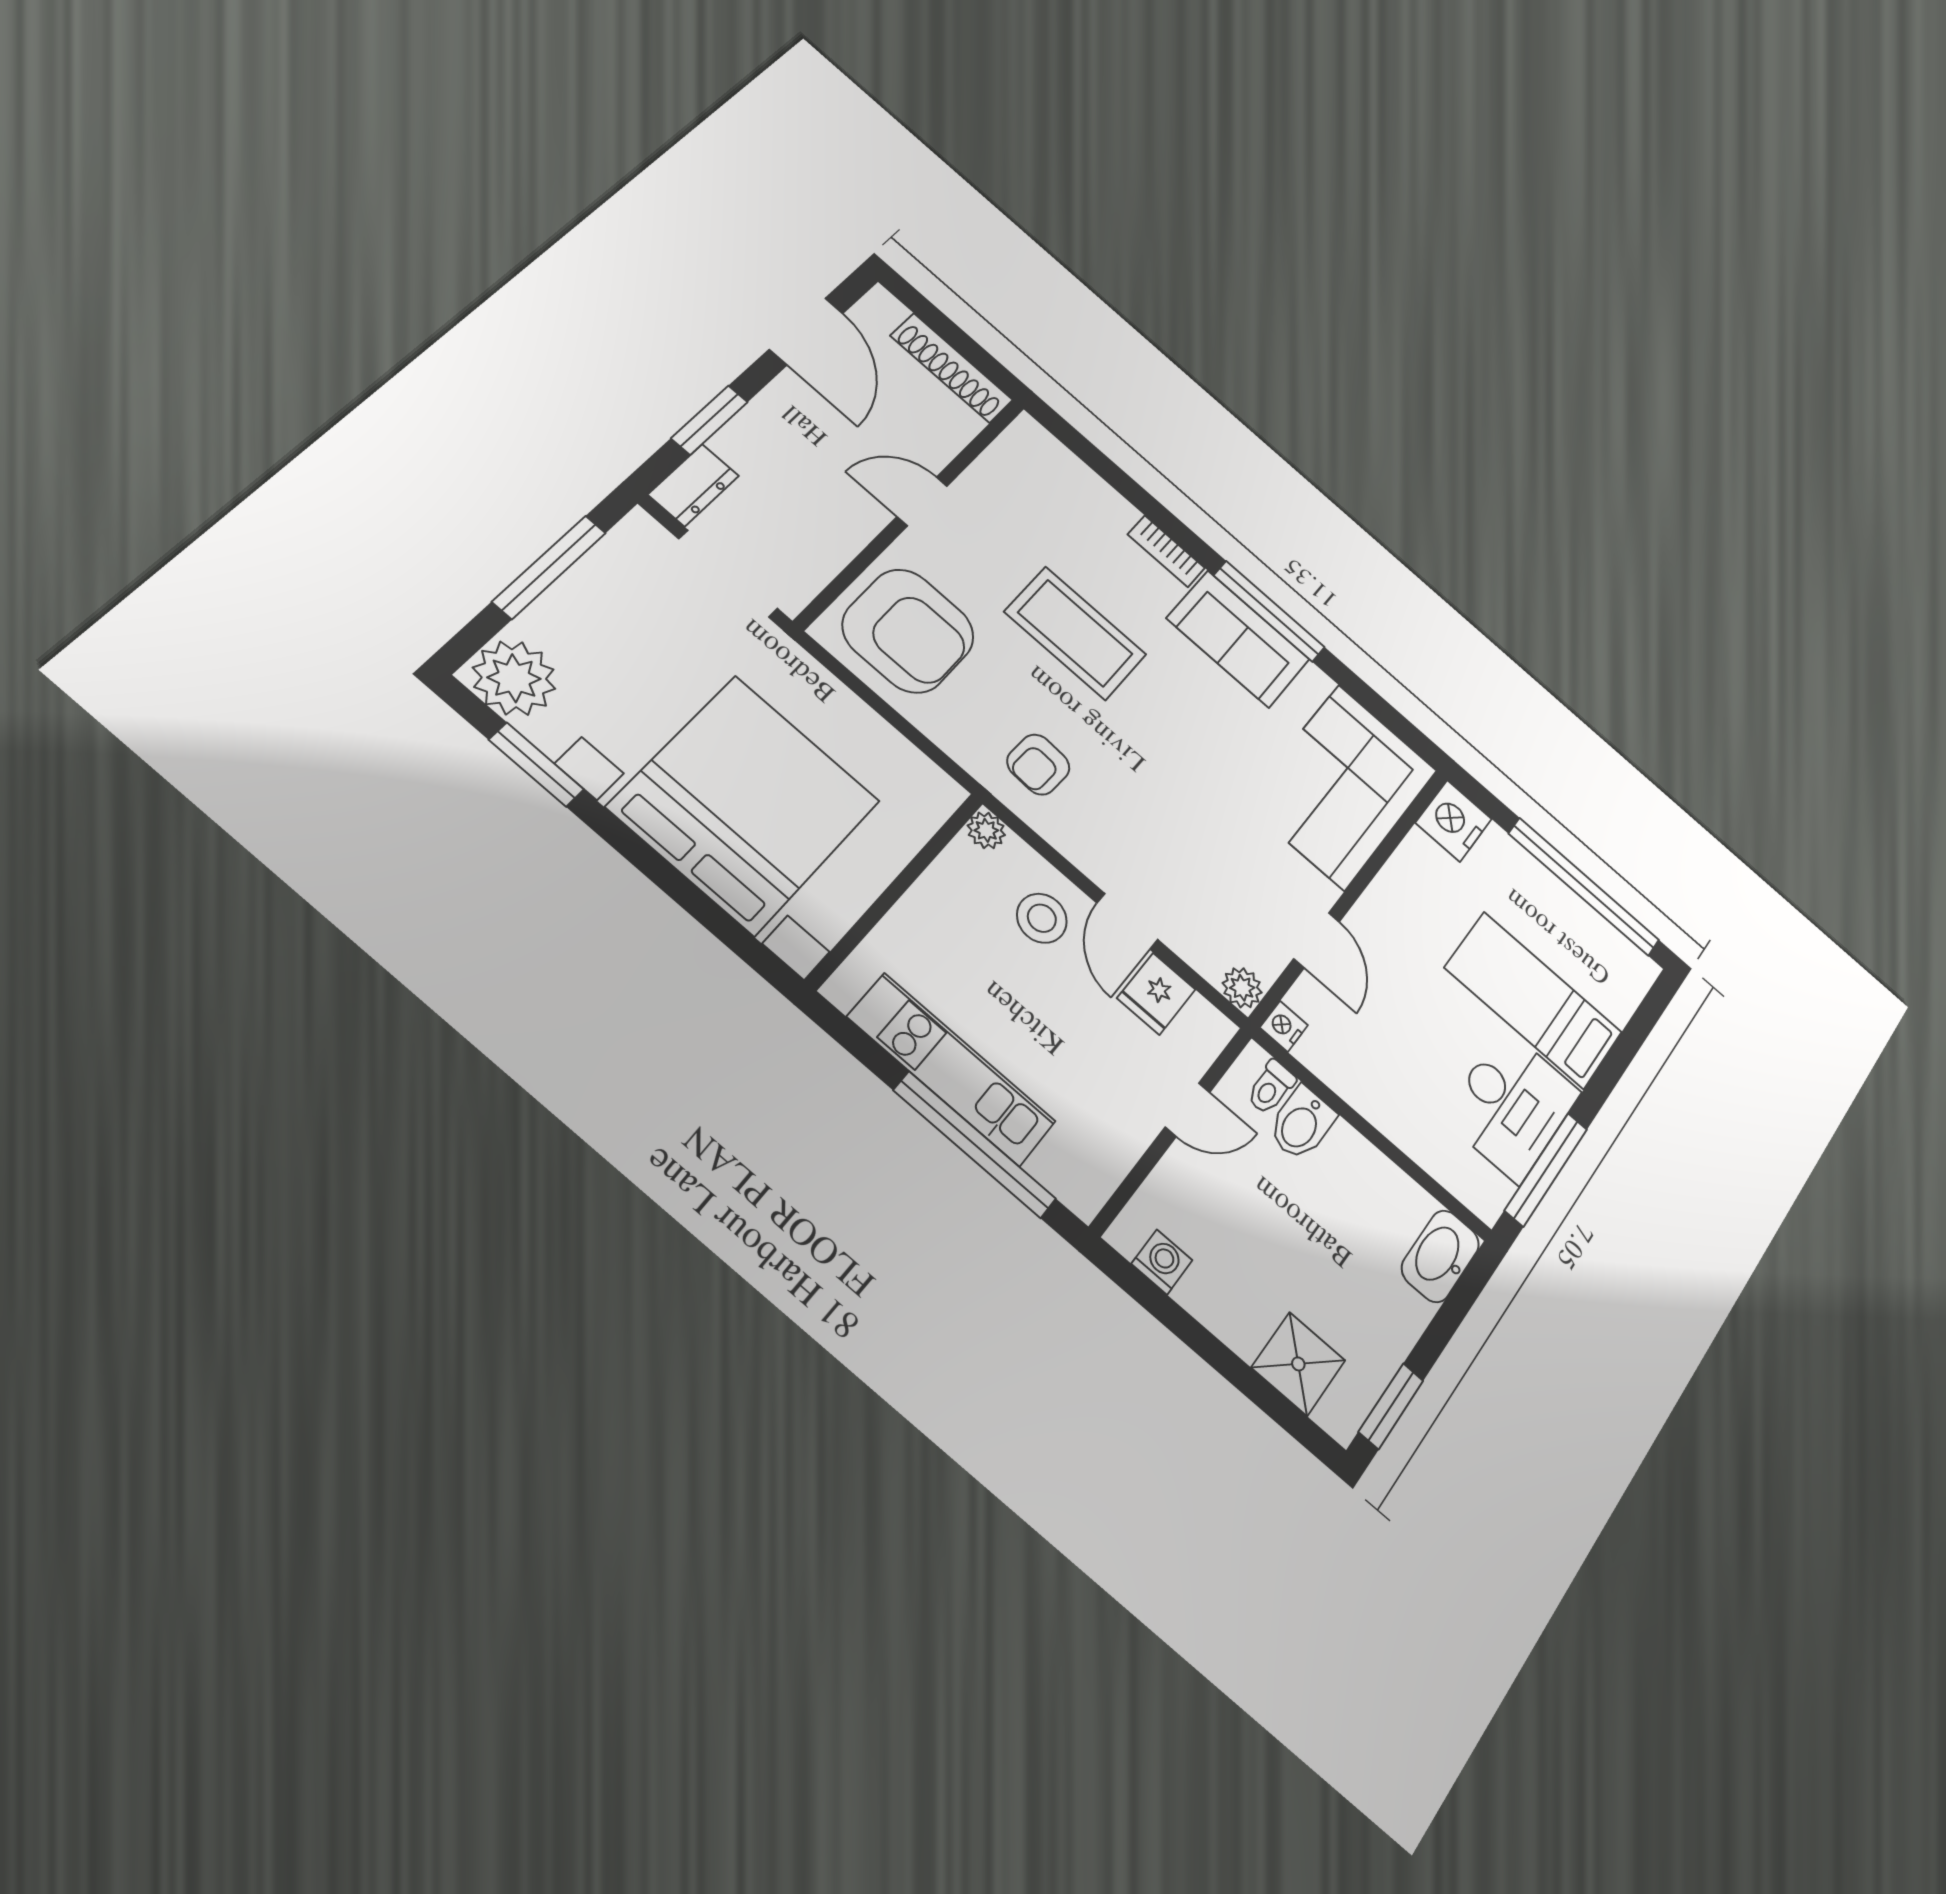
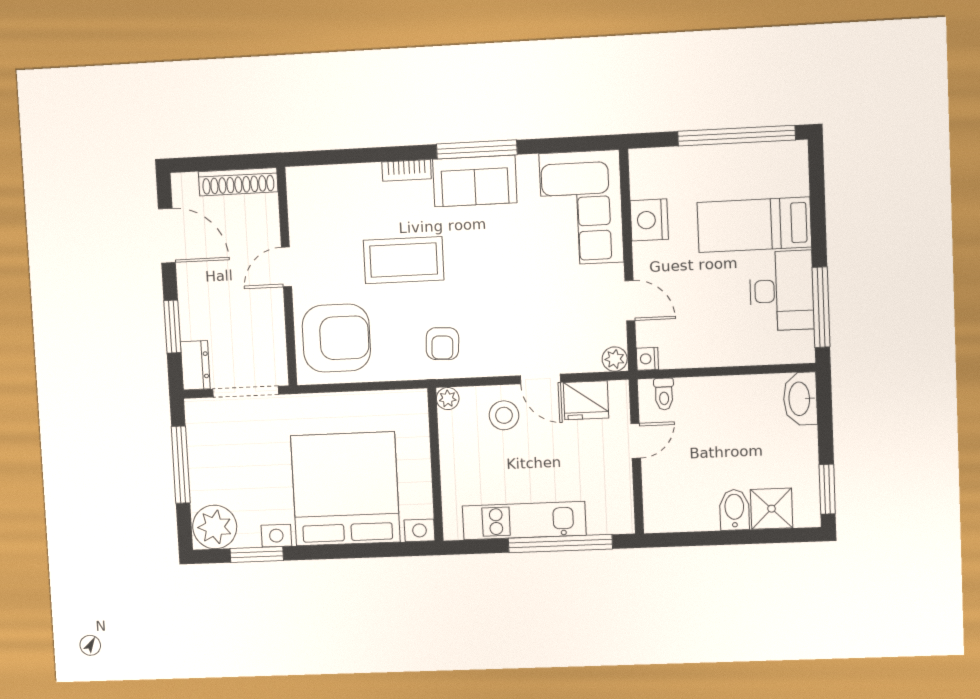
nightstand: (1454, 821) -> (649, 220), moved
fridge: (1156, 994) -> (586, 400), width x1.38
bidet: (1302, 1124) -> (734, 510), moved, turned 180
washing machine: (1162, 1262) -> (678, 519), removed

